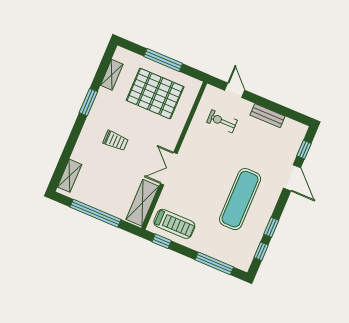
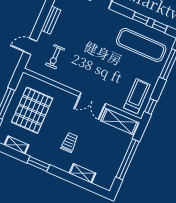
shelving: (70, 176) -> (82, 173), moved
exercise mat: (240, 199) -> (141, 45), moved

